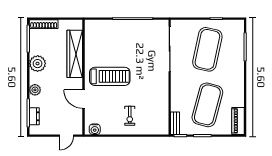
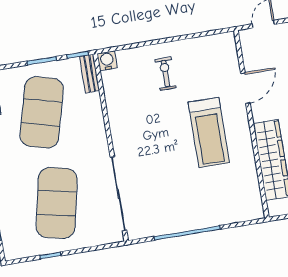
treadmill: (110, 76) -> (209, 132), turned -90
door: (84, 99) -> (245, 88), hinge flipped
water cooler: (95, 129) -> (107, 61), moved

